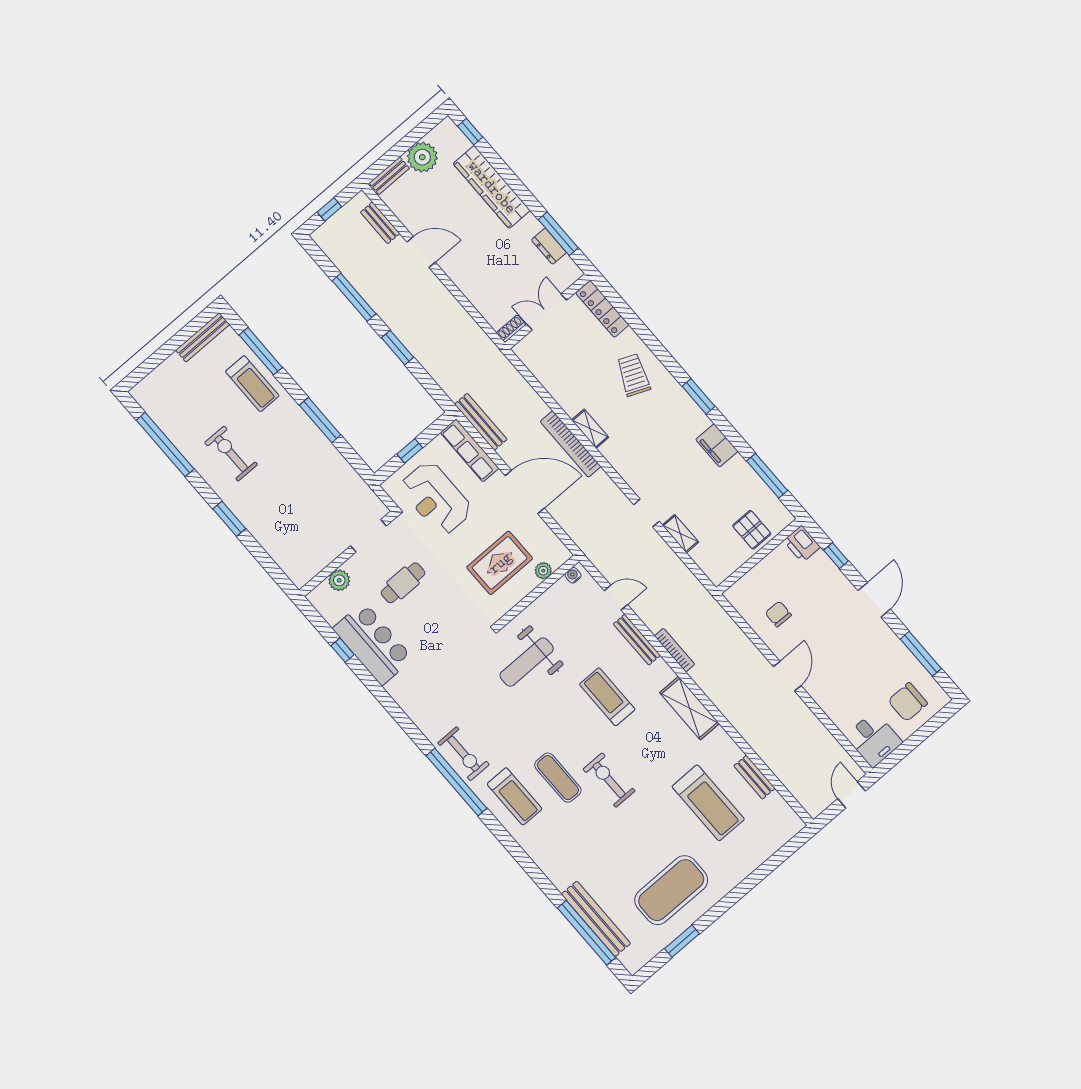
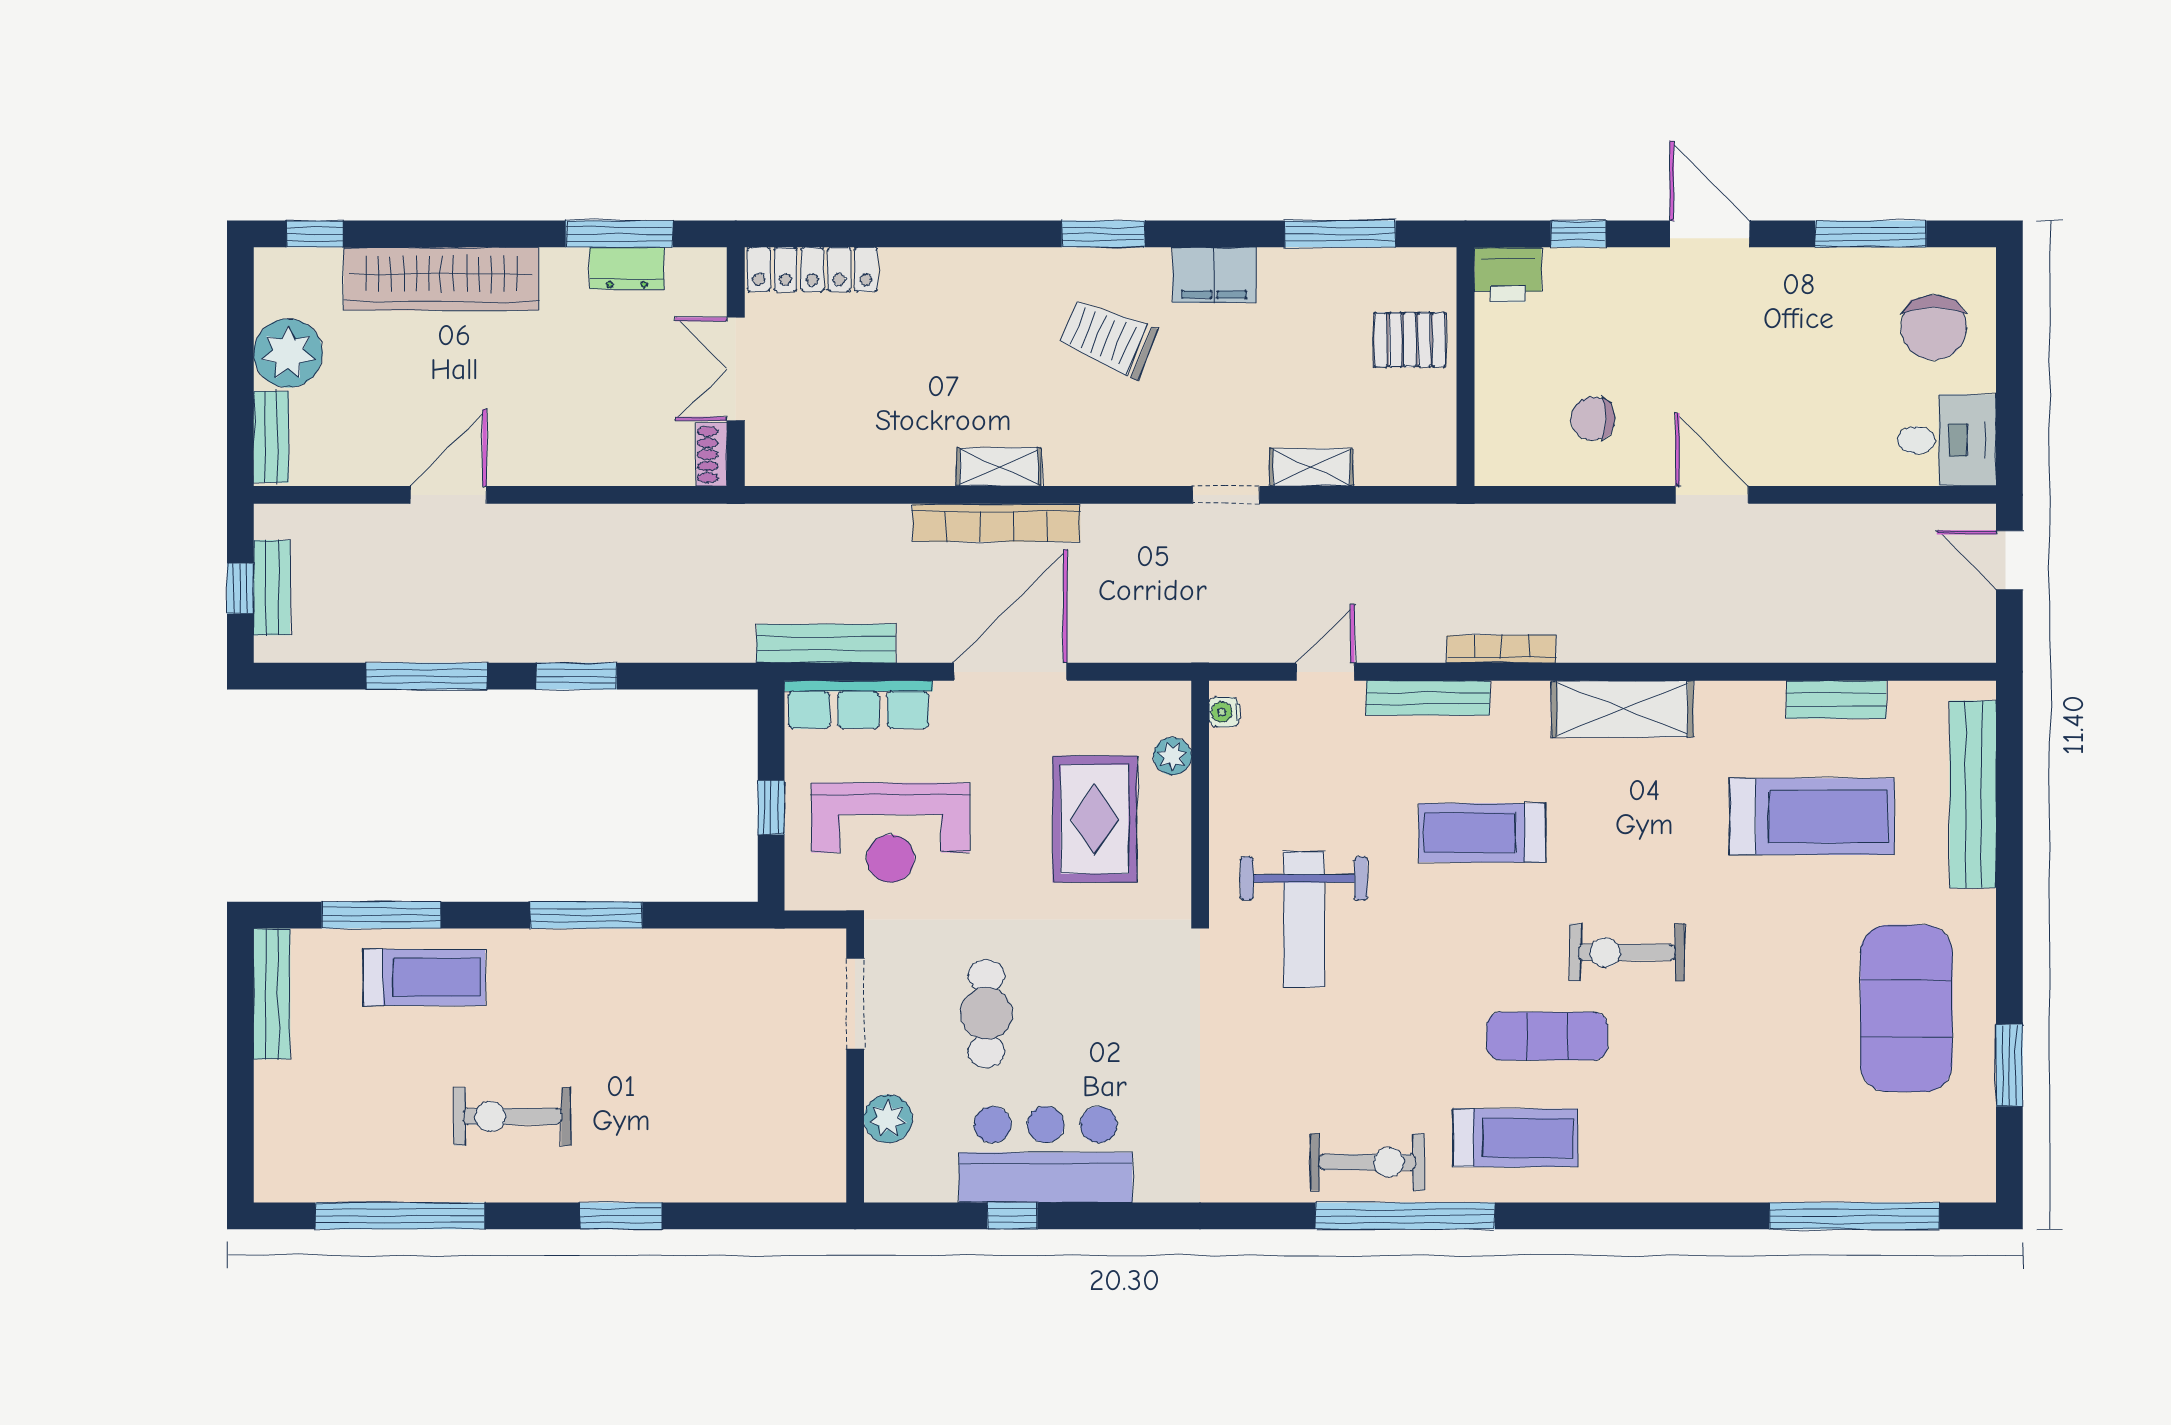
bench: (380, 223) -> (272, 588), moved, turned 90
trolley: (633, 375) -> (1108, 338), moved
bench: (596, 919) -> (1973, 794), moved, turned 90

